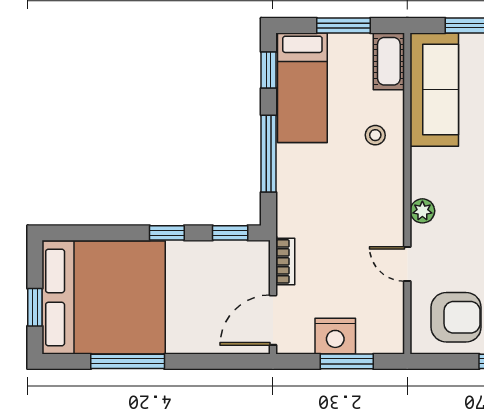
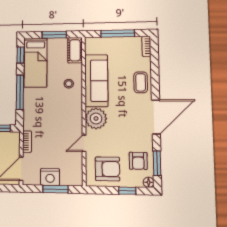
sofa: (434, 90) -> (96, 81), moved
plant: (422, 211) -> (96, 119), width x1.88, depth x1.88
door: (407, 264) -> (84, 143), hinge flipped

